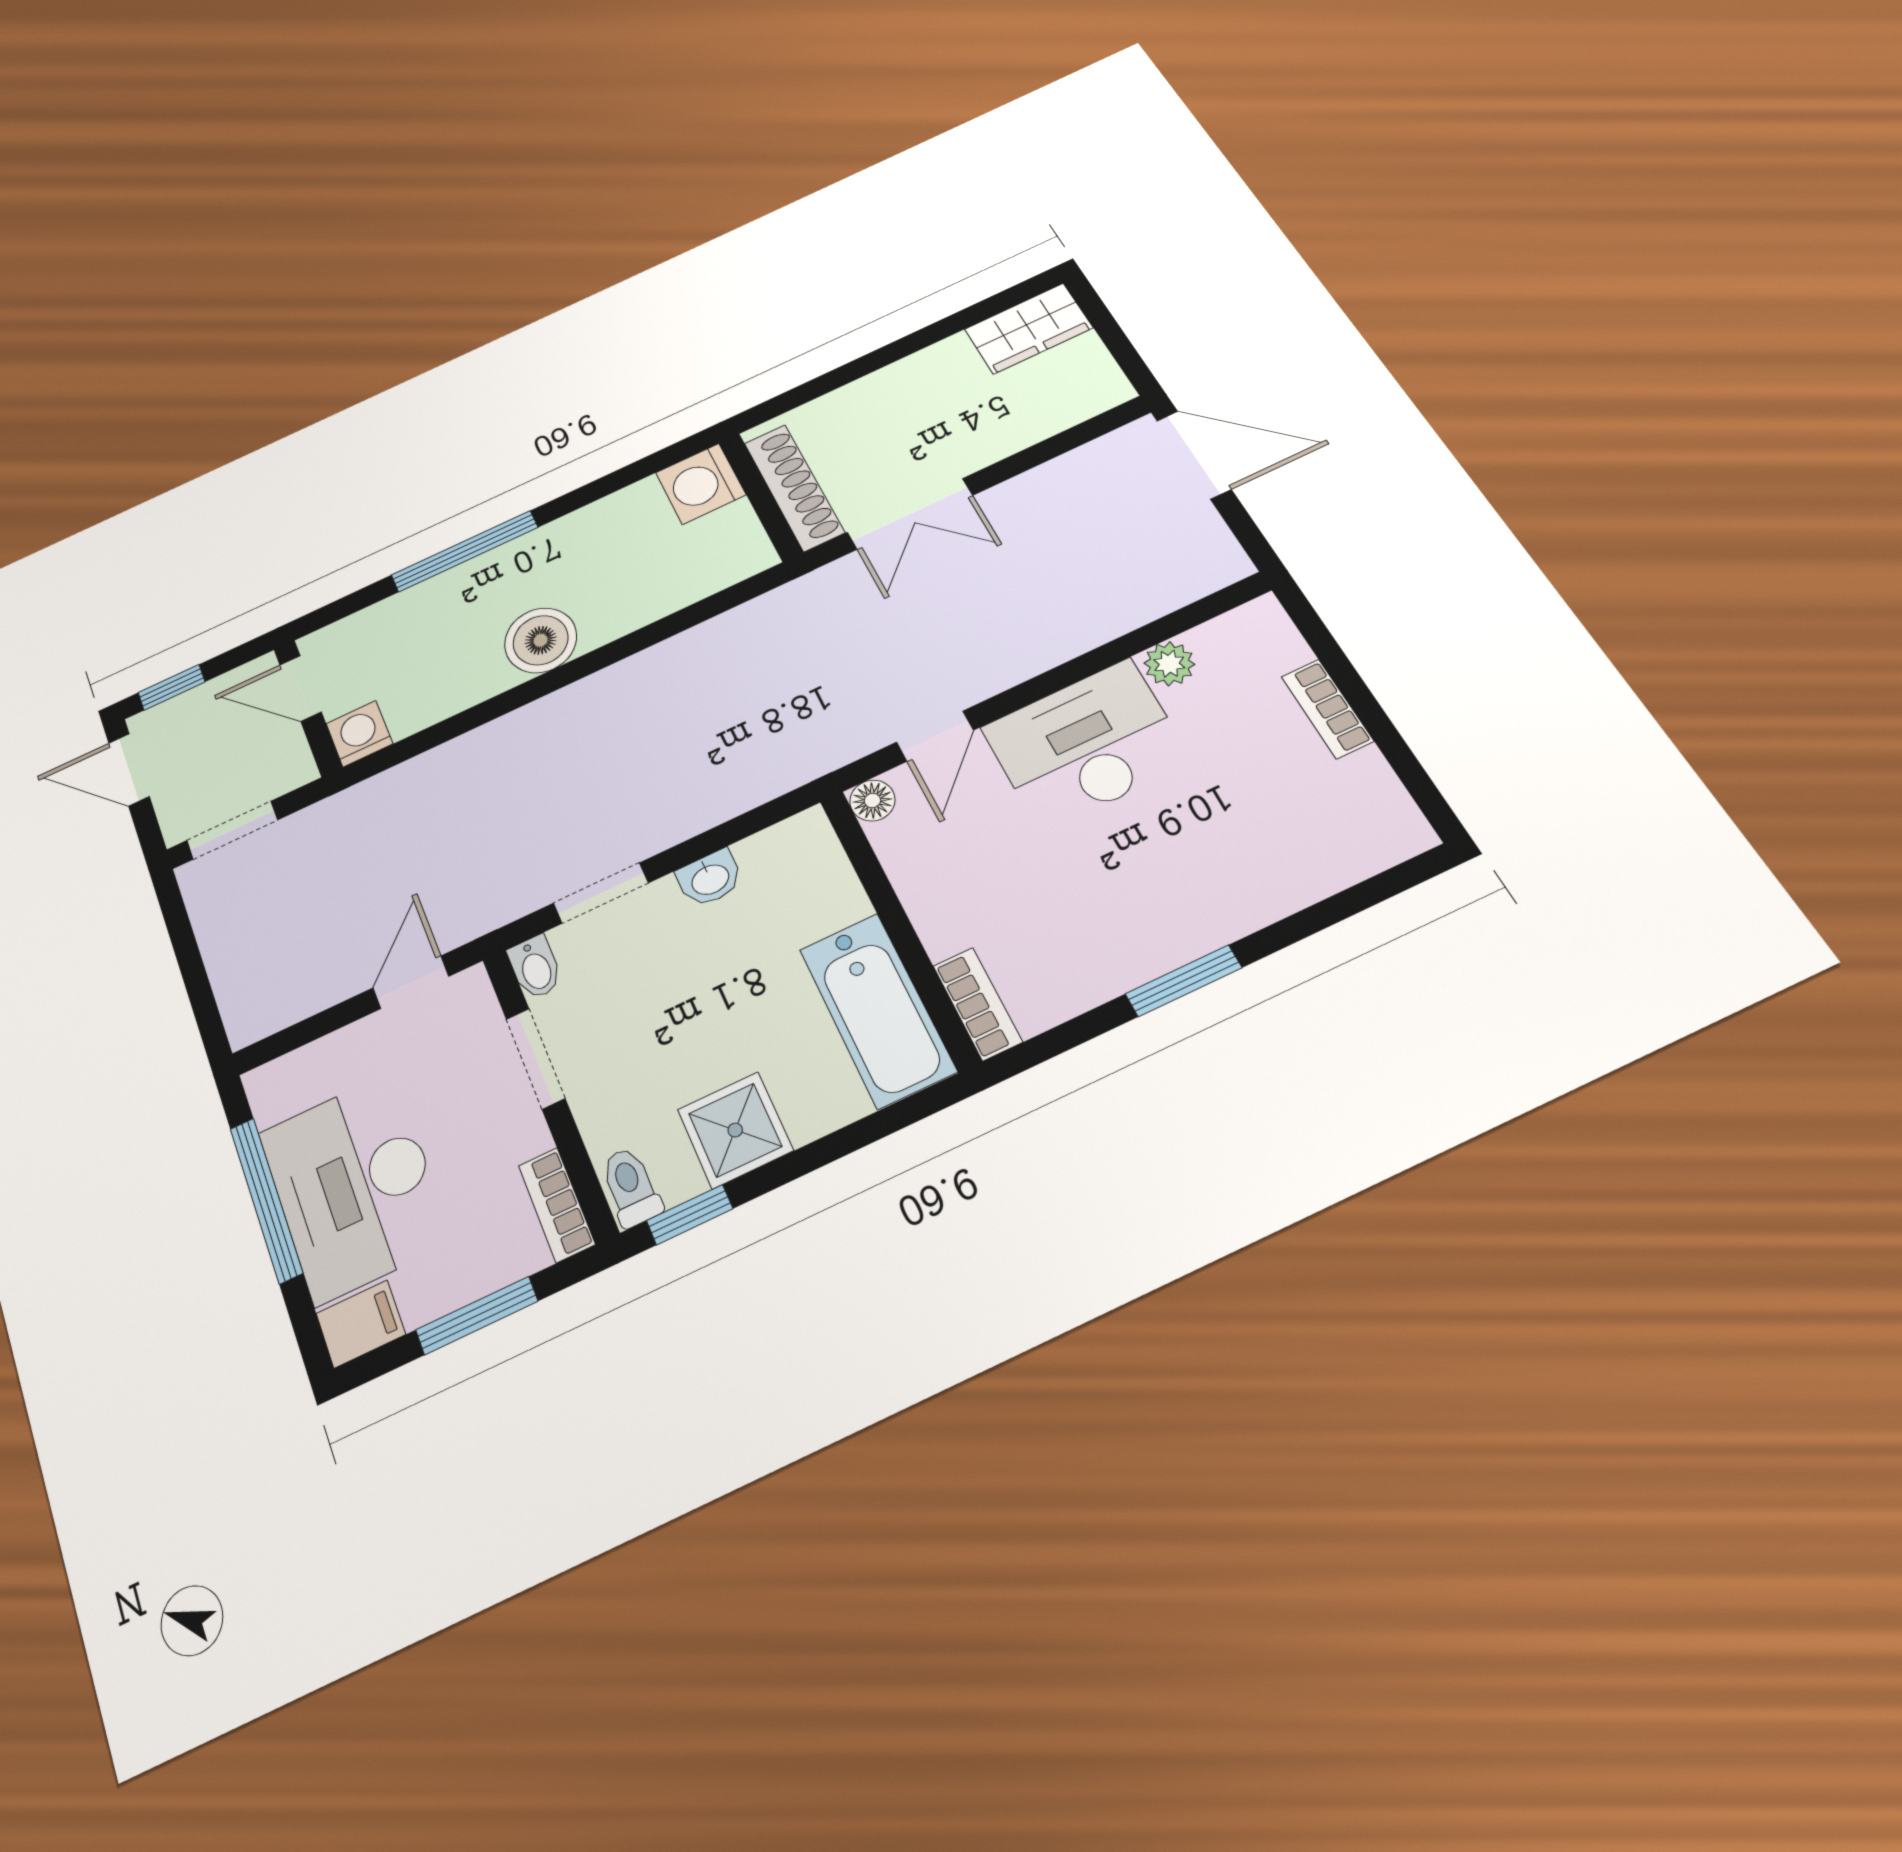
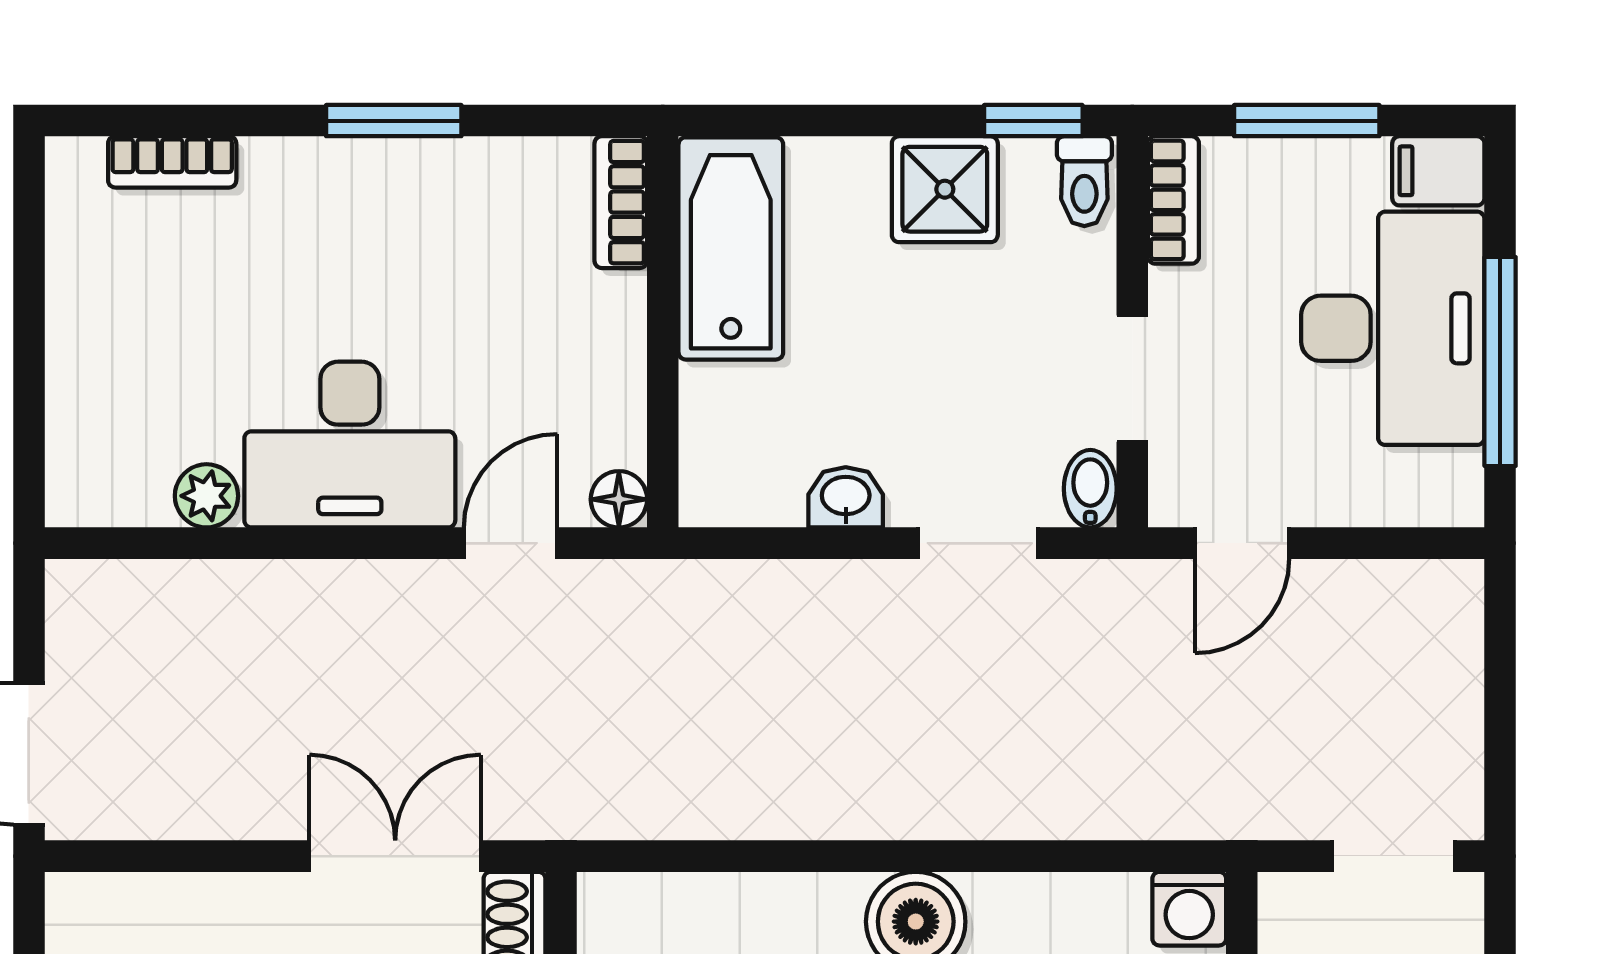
bookcase: (1327, 709) -> (172, 162), moved, turned 90

